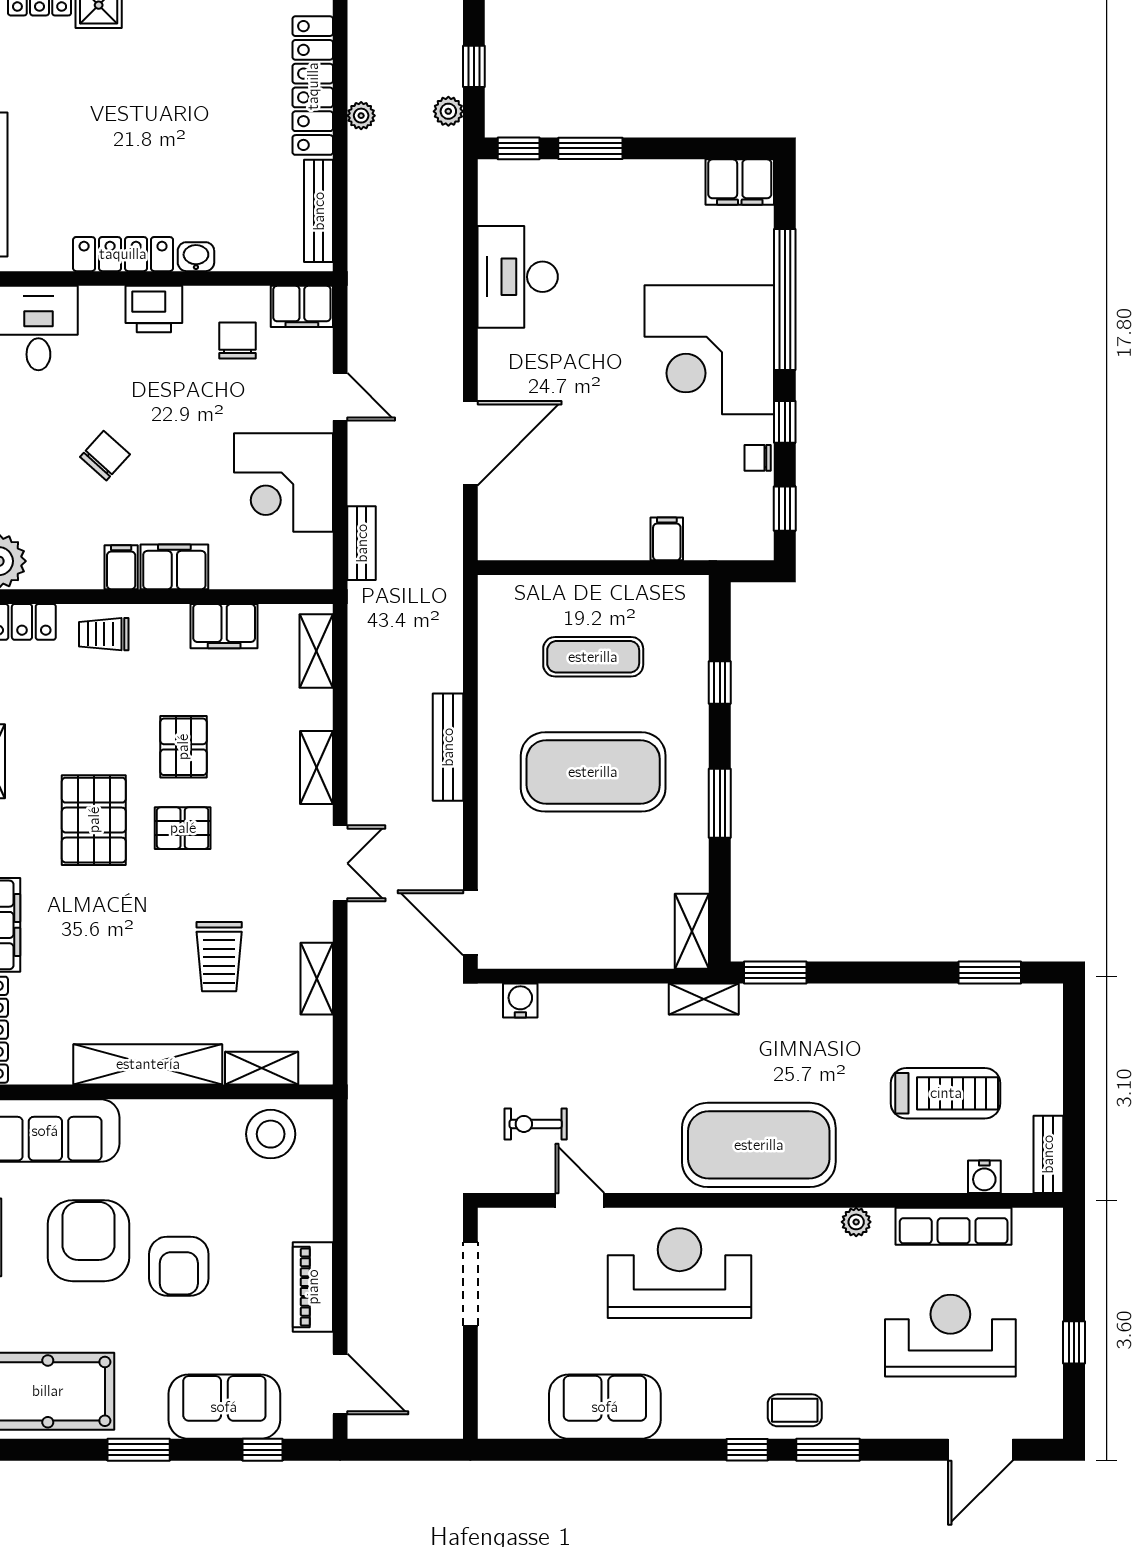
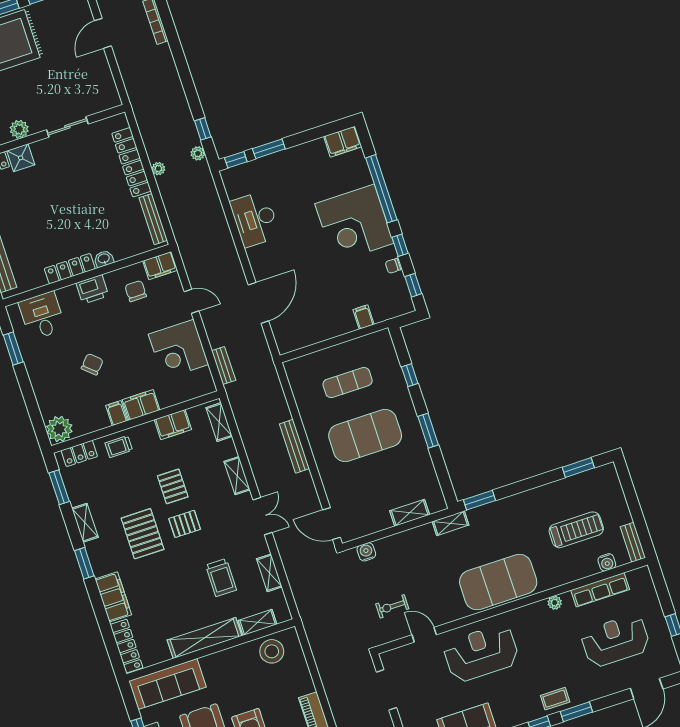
shelving: (692, 931) -> (410, 513), moved, turned 90

